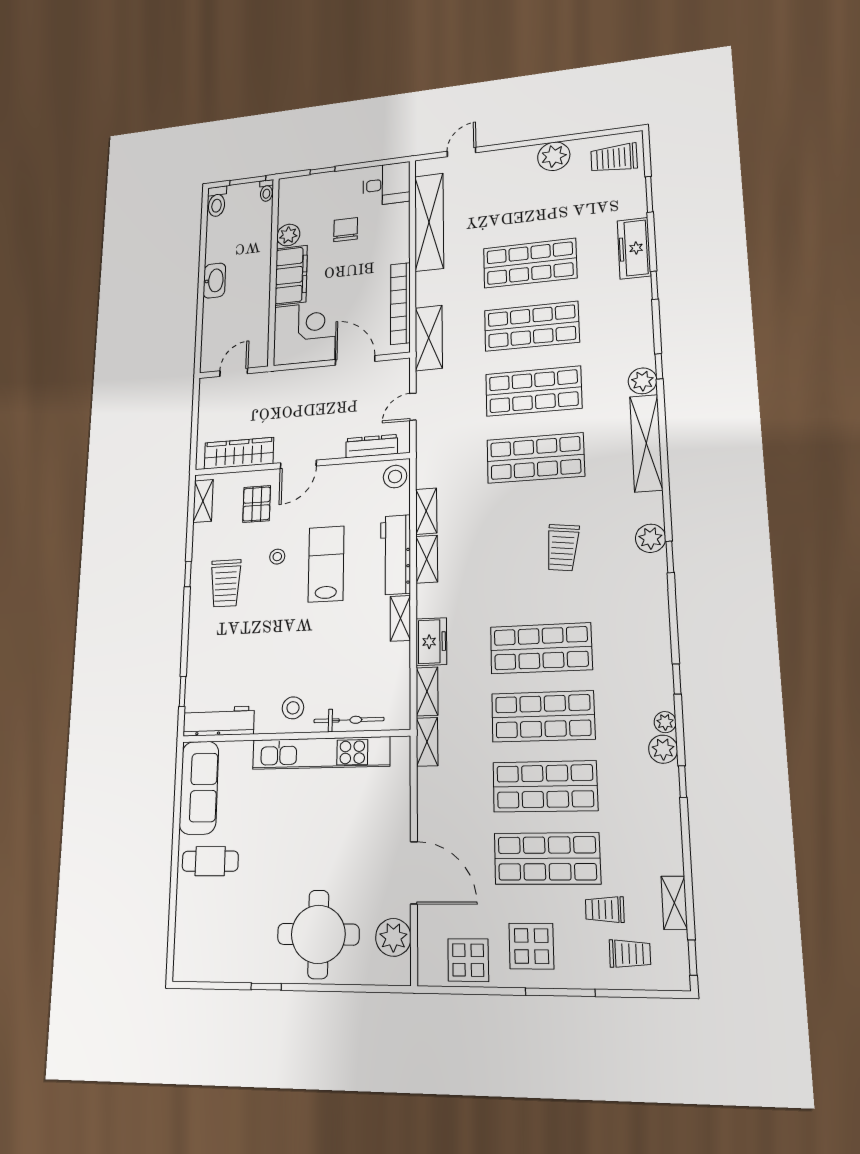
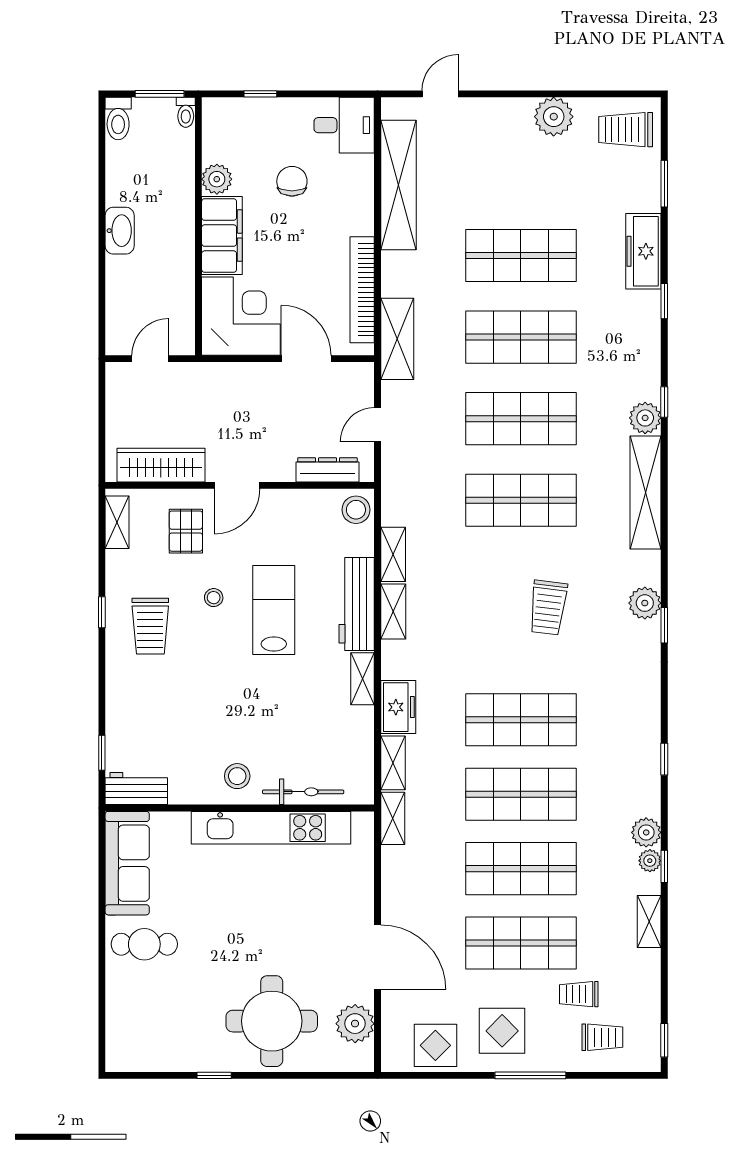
workbench: (219, 721) -> (136, 789), width x0.73
plant: (665, 722) -> (650, 861), moved
shelving: (674, 903) -> (649, 922), moved

